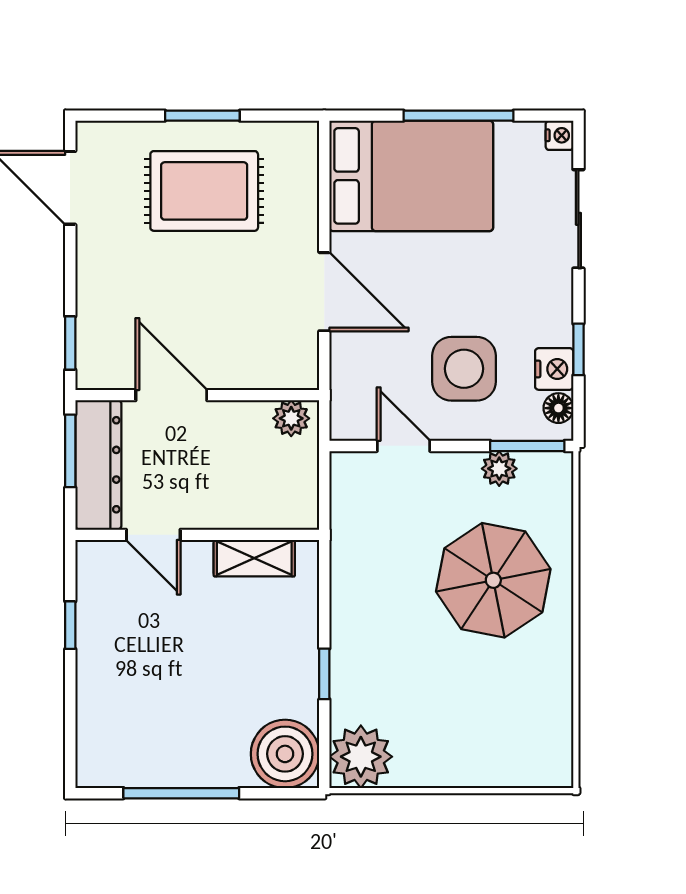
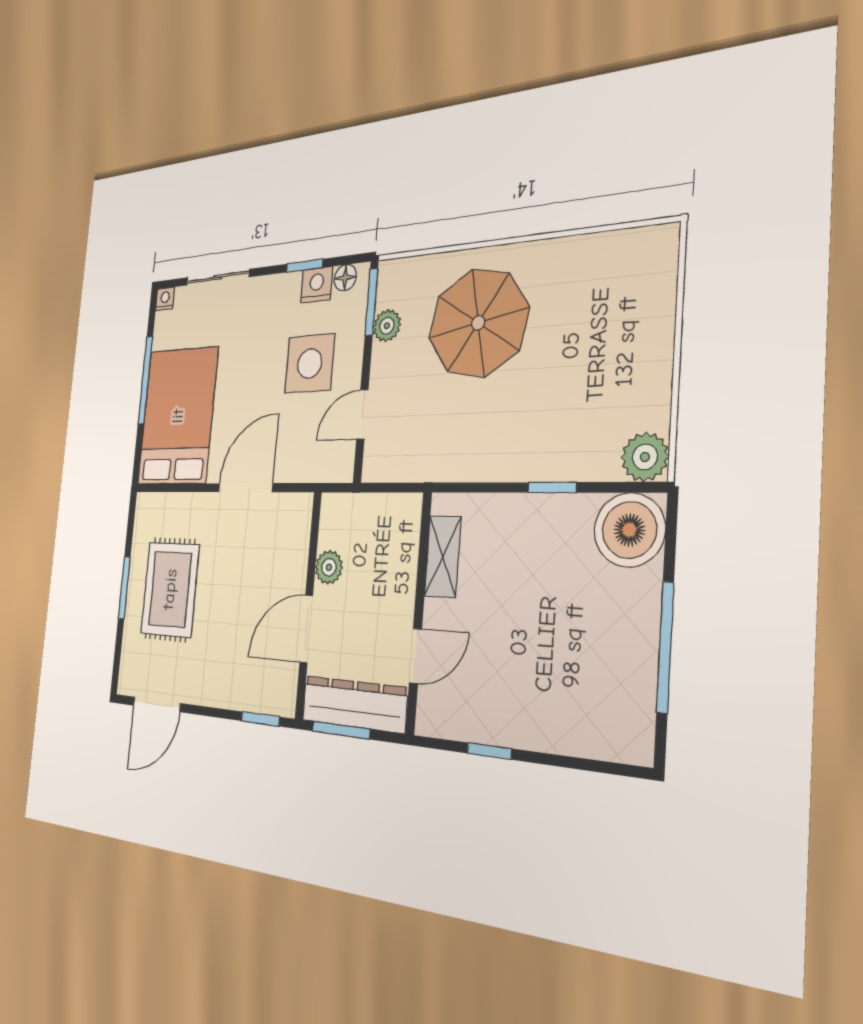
plant: (291, 418) -> (329, 567), moved
plant: (361, 757) -> (645, 457), width x0.73, depth x0.73

